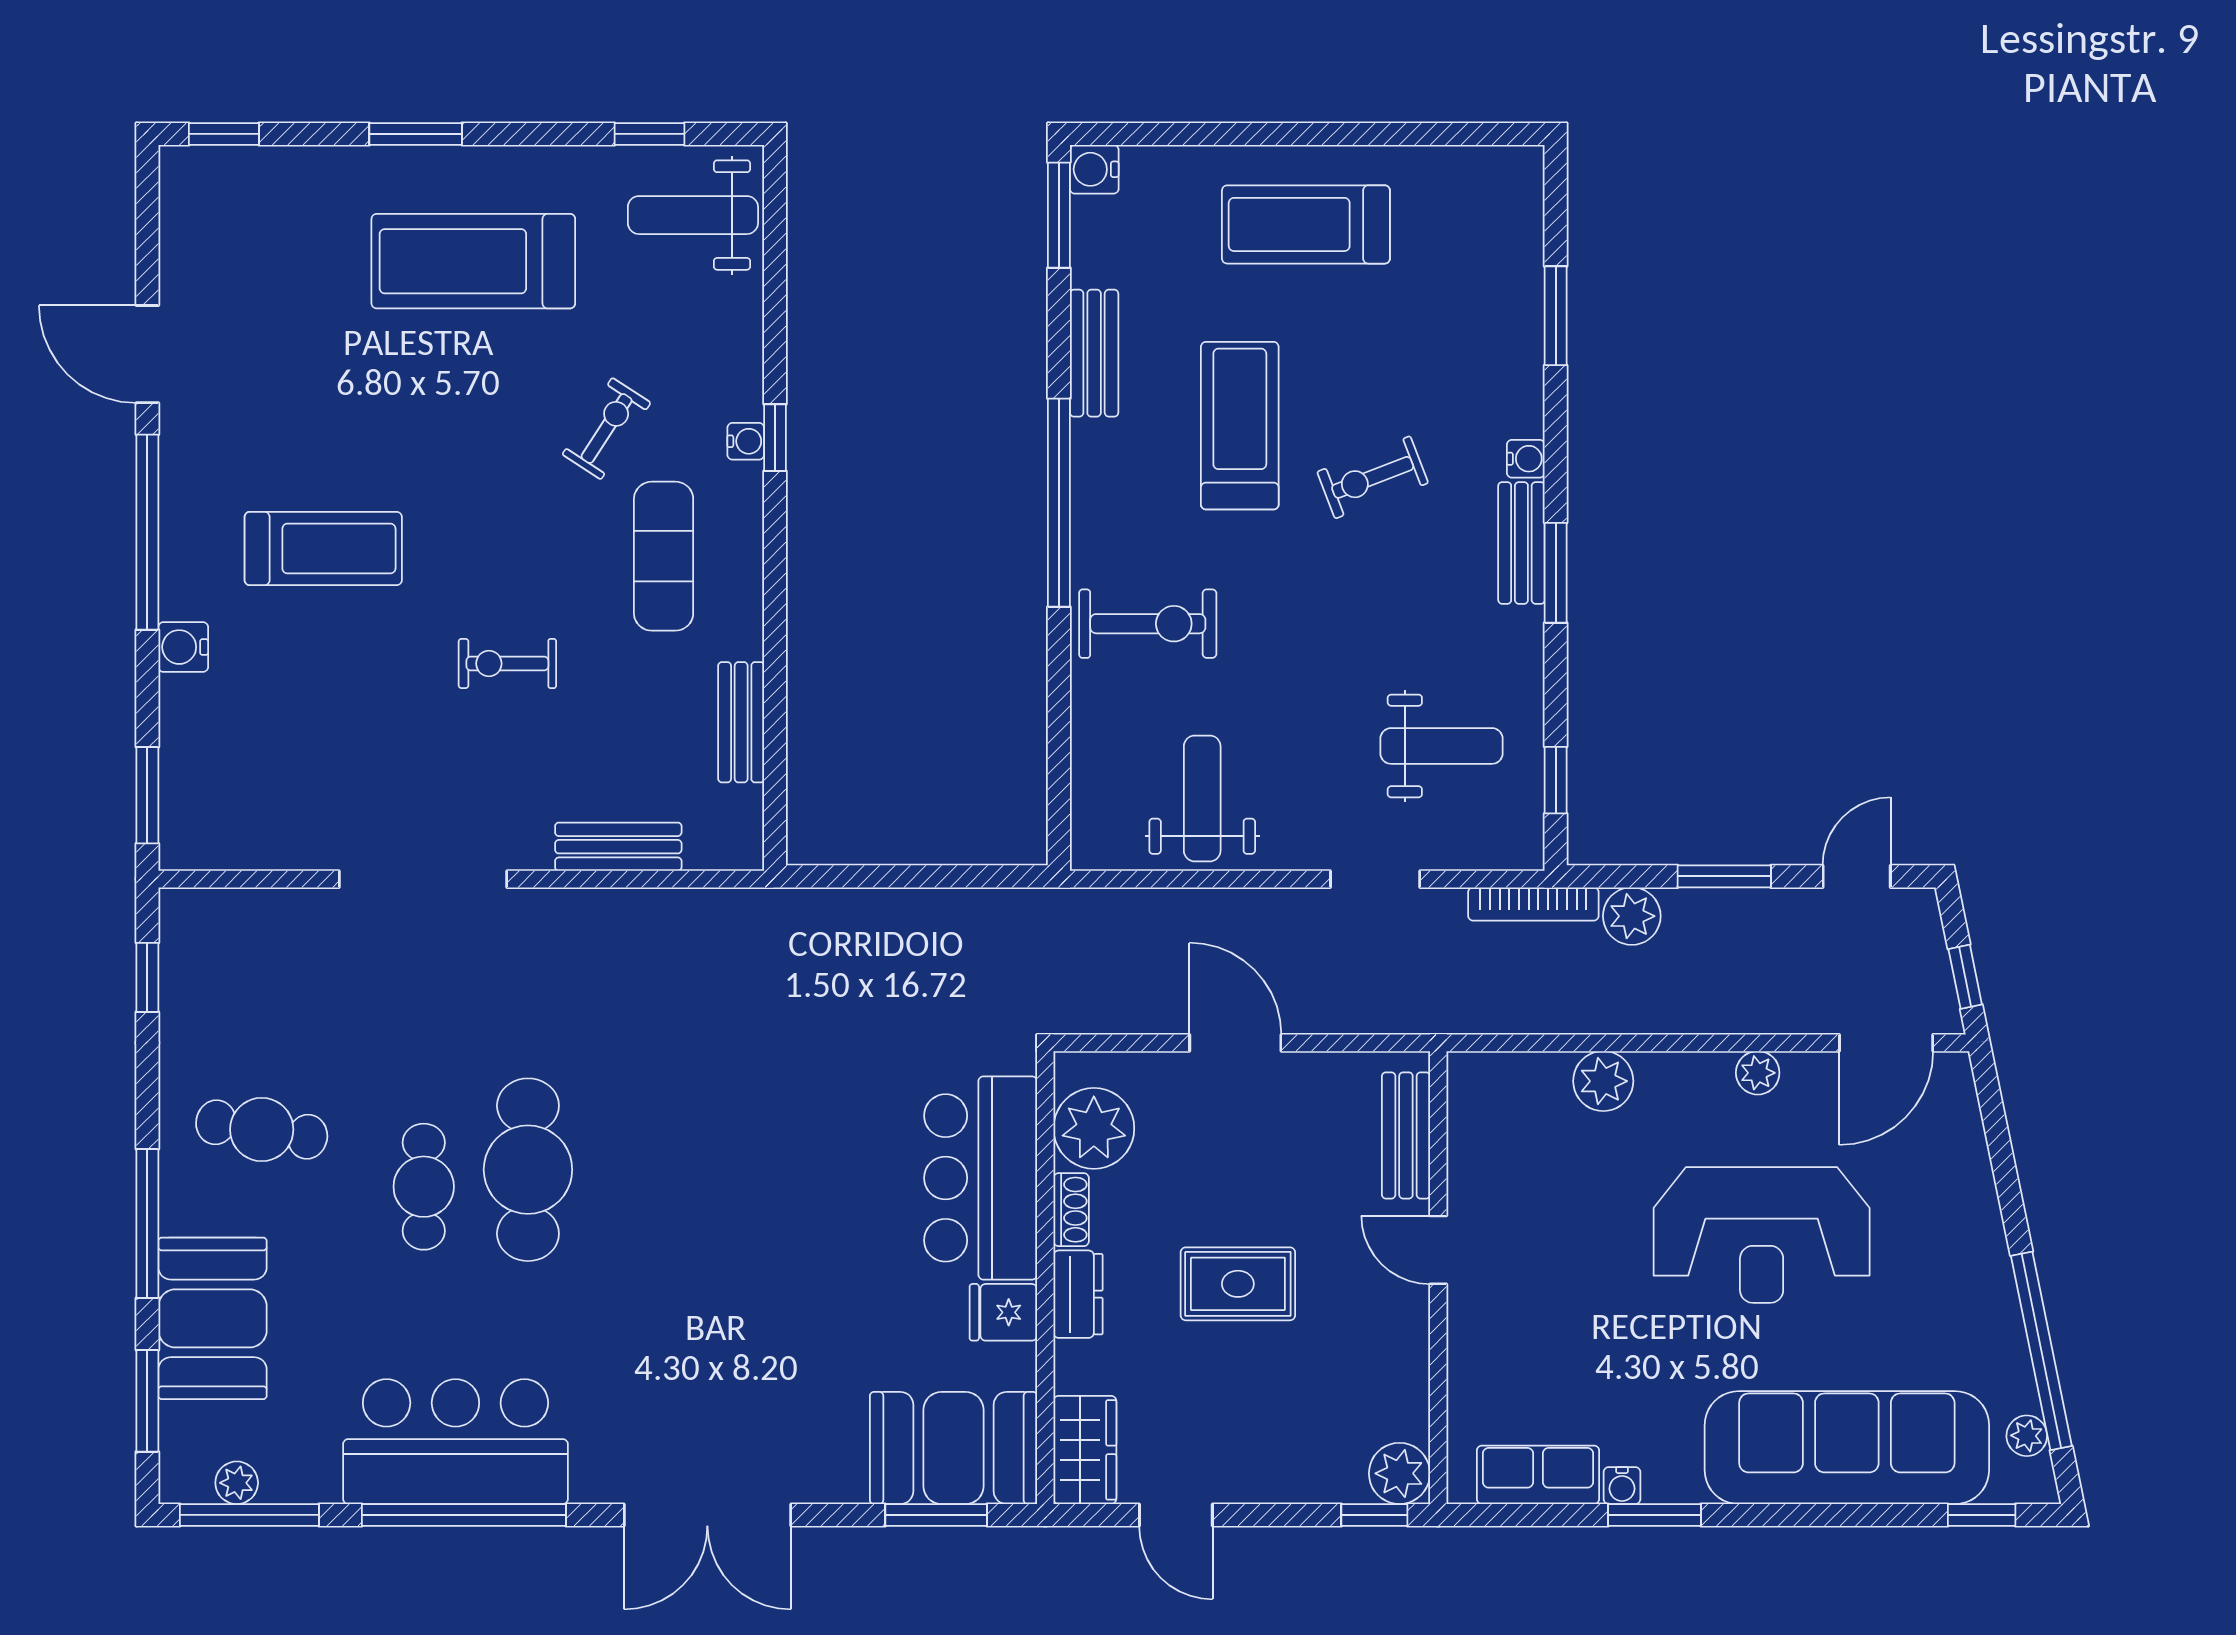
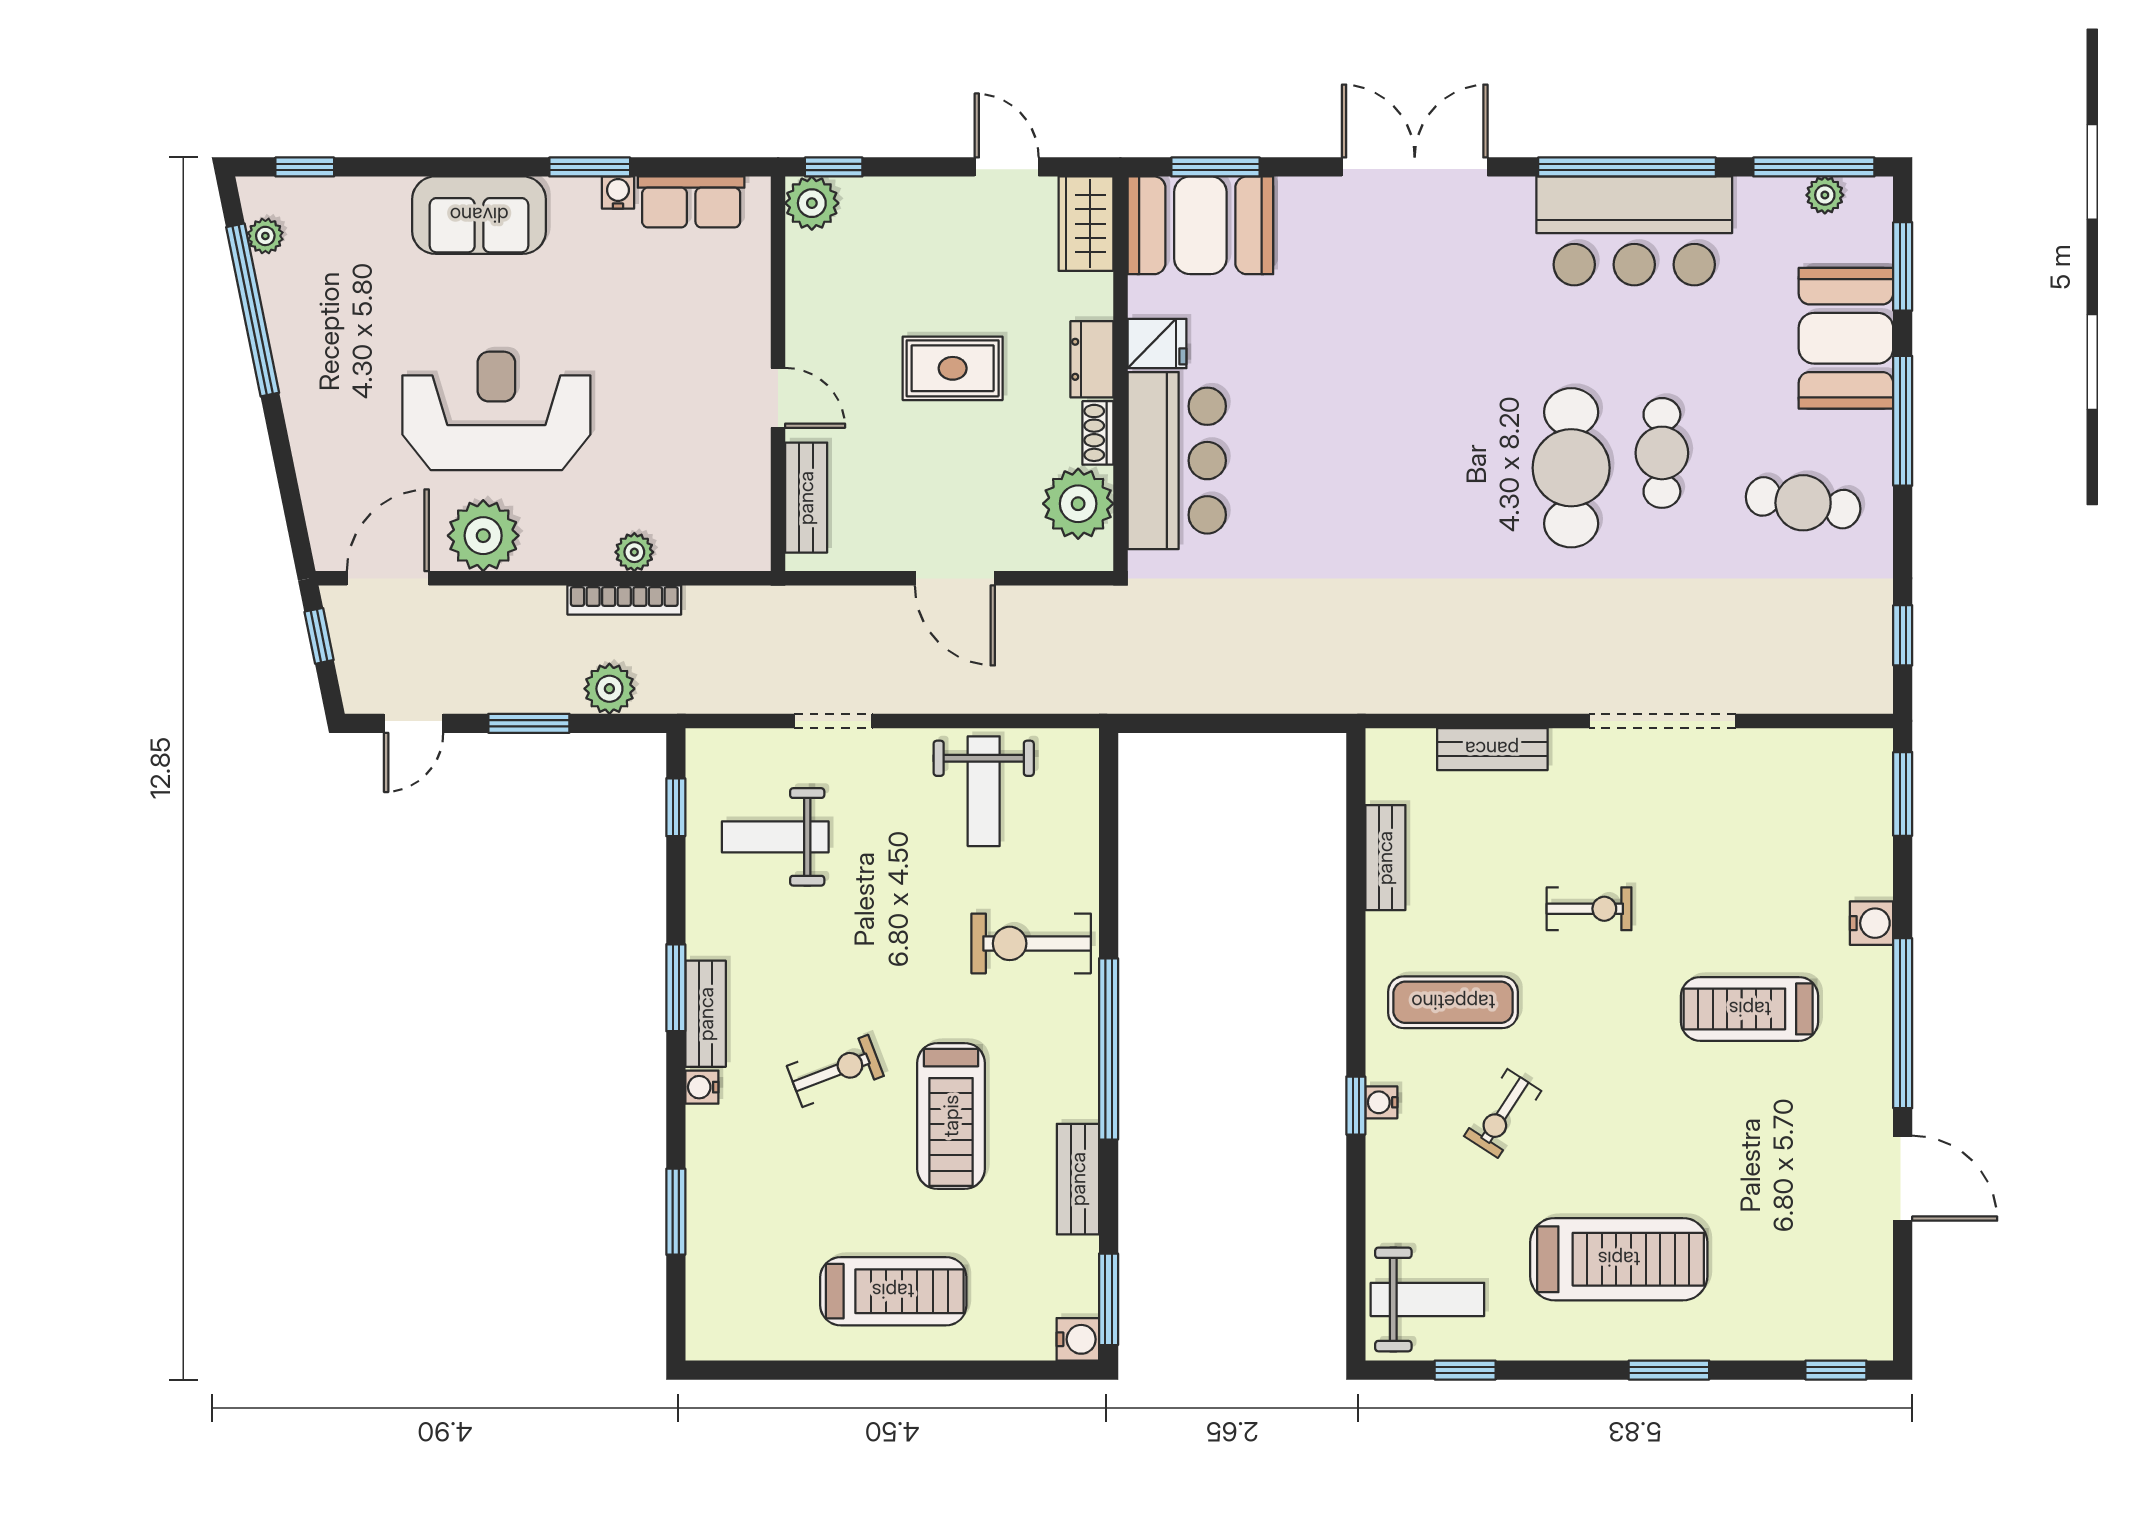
exercise mat: (664, 556) -> (1453, 1002), turned 90
bookcase: (1533, 904) -> (624, 600), moved, turned 180
plant: (1758, 1073) -> (483, 536), width x1.88, depth x1.88
plant: (1603, 1081) -> (634, 552), width x0.73, depth x0.73
sofa: (1847, 1448) -> (479, 215), width x0.54, depth x0.79

